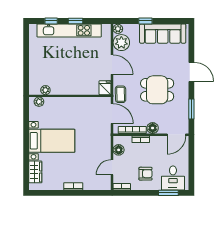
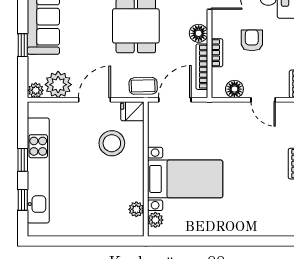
stool: (86, 75) -> (112, 143), added
bed with nightstands: (52, 141) -> (185, 179), moved, turned 90
wardrobe: (35, 172) -> (271, 226), removed
armchair: (145, 174) -> (252, 40), moved

